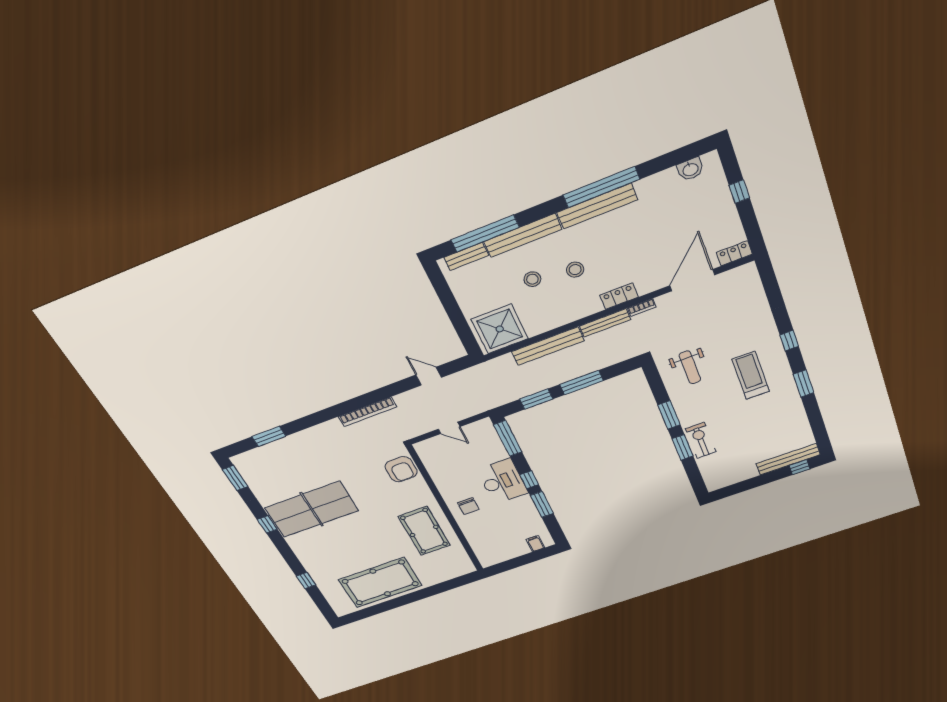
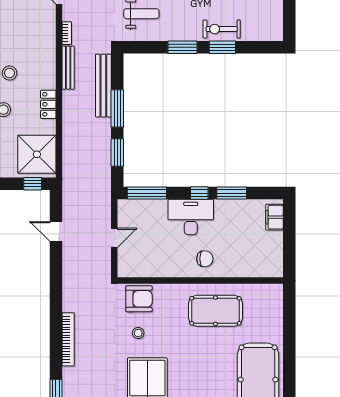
locker: (619, 296) -> (48, 104), moved
window: (467, 337) -> (33, 184), added
bench: (548, 346) -> (103, 86), moved
door: (429, 376) -> (56, 231), hinge flipped
bookcase: (367, 412) -> (68, 339), moved
stool: (368, 480) -> (138, 333), added
filing cabinet: (535, 544) -> (274, 217), width x2.00

